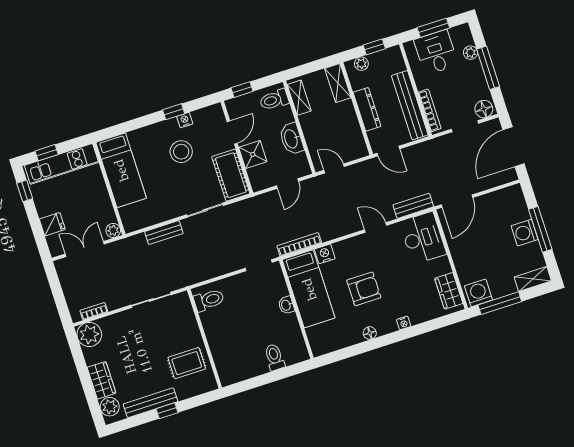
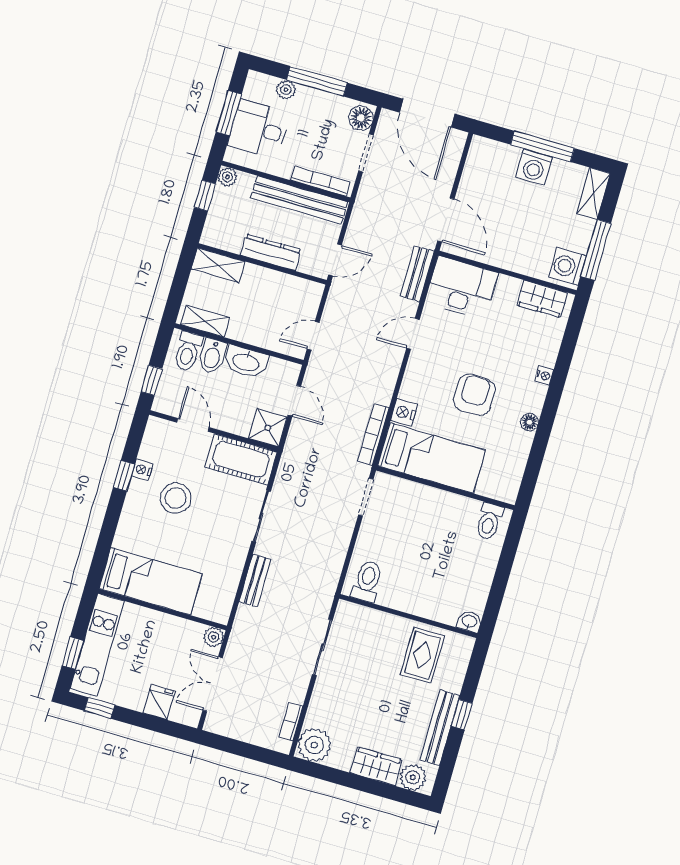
plant: (361, 64) -> (228, 177), moved
bidet: (281, 116) -> (212, 356), added
shower: (253, 154) -> (268, 428), moved
washbasin: (286, 305) -> (469, 622), moved, turned 180
toilet: (275, 357) -> (489, 521), moved, turned -90

